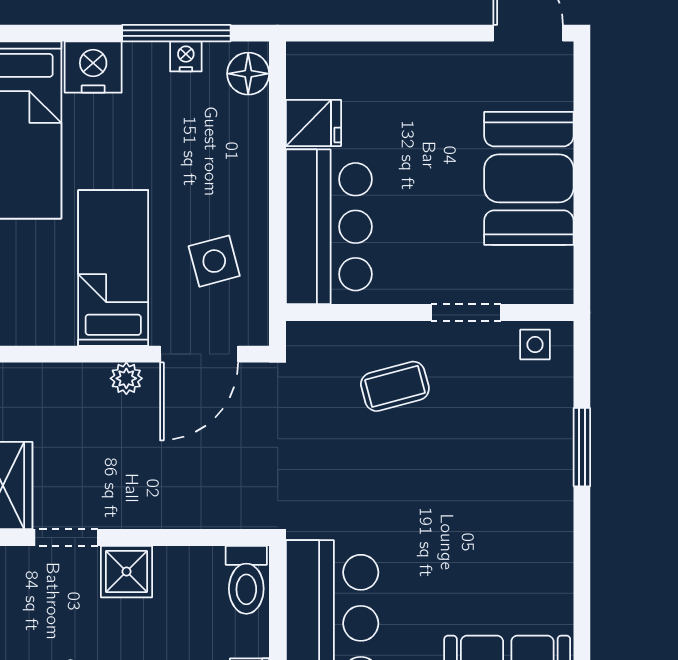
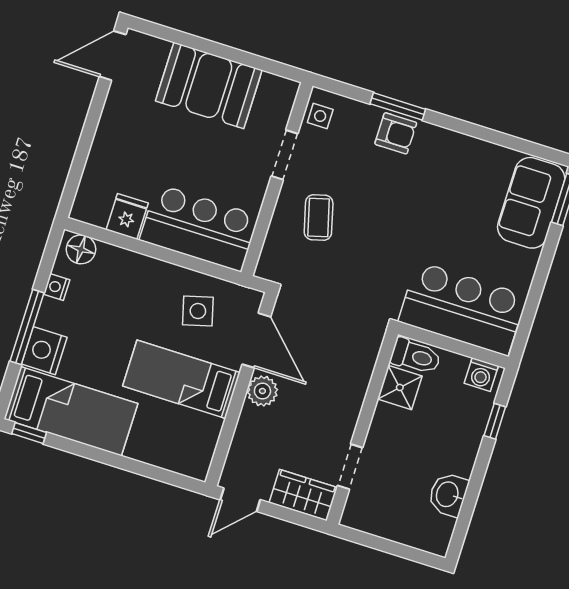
window: (176, 33) -> (27, 327), moved
plant: (126, 378) -> (262, 391), width x1.38, depth x1.38
armchair: (544, 456) -> (396, 133), added
shower: (127, 572) -> (400, 387), moved

